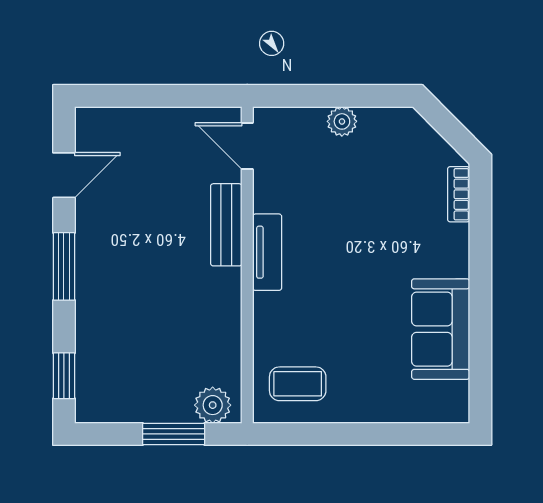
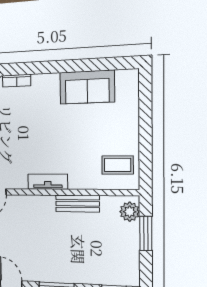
bench: (226, 225) -> (78, 204), moved
coffee table: (298, 384) -> (118, 165), turned 90

